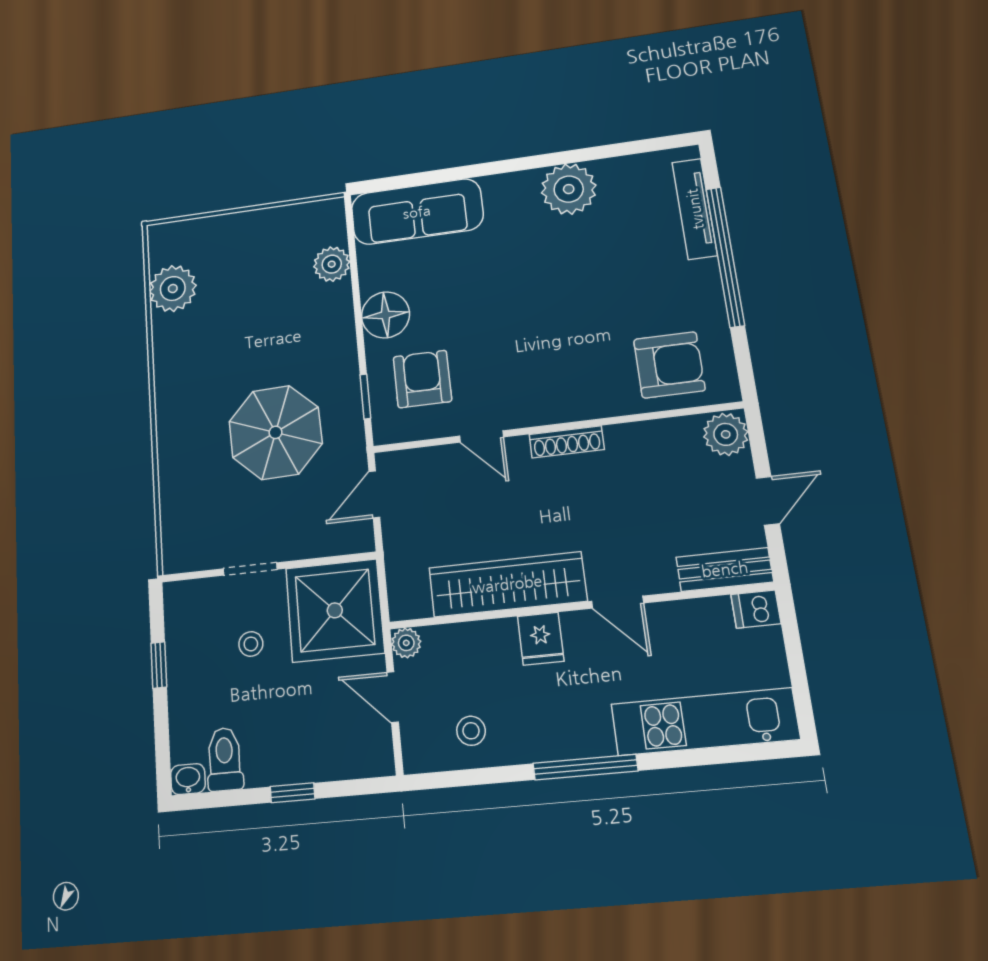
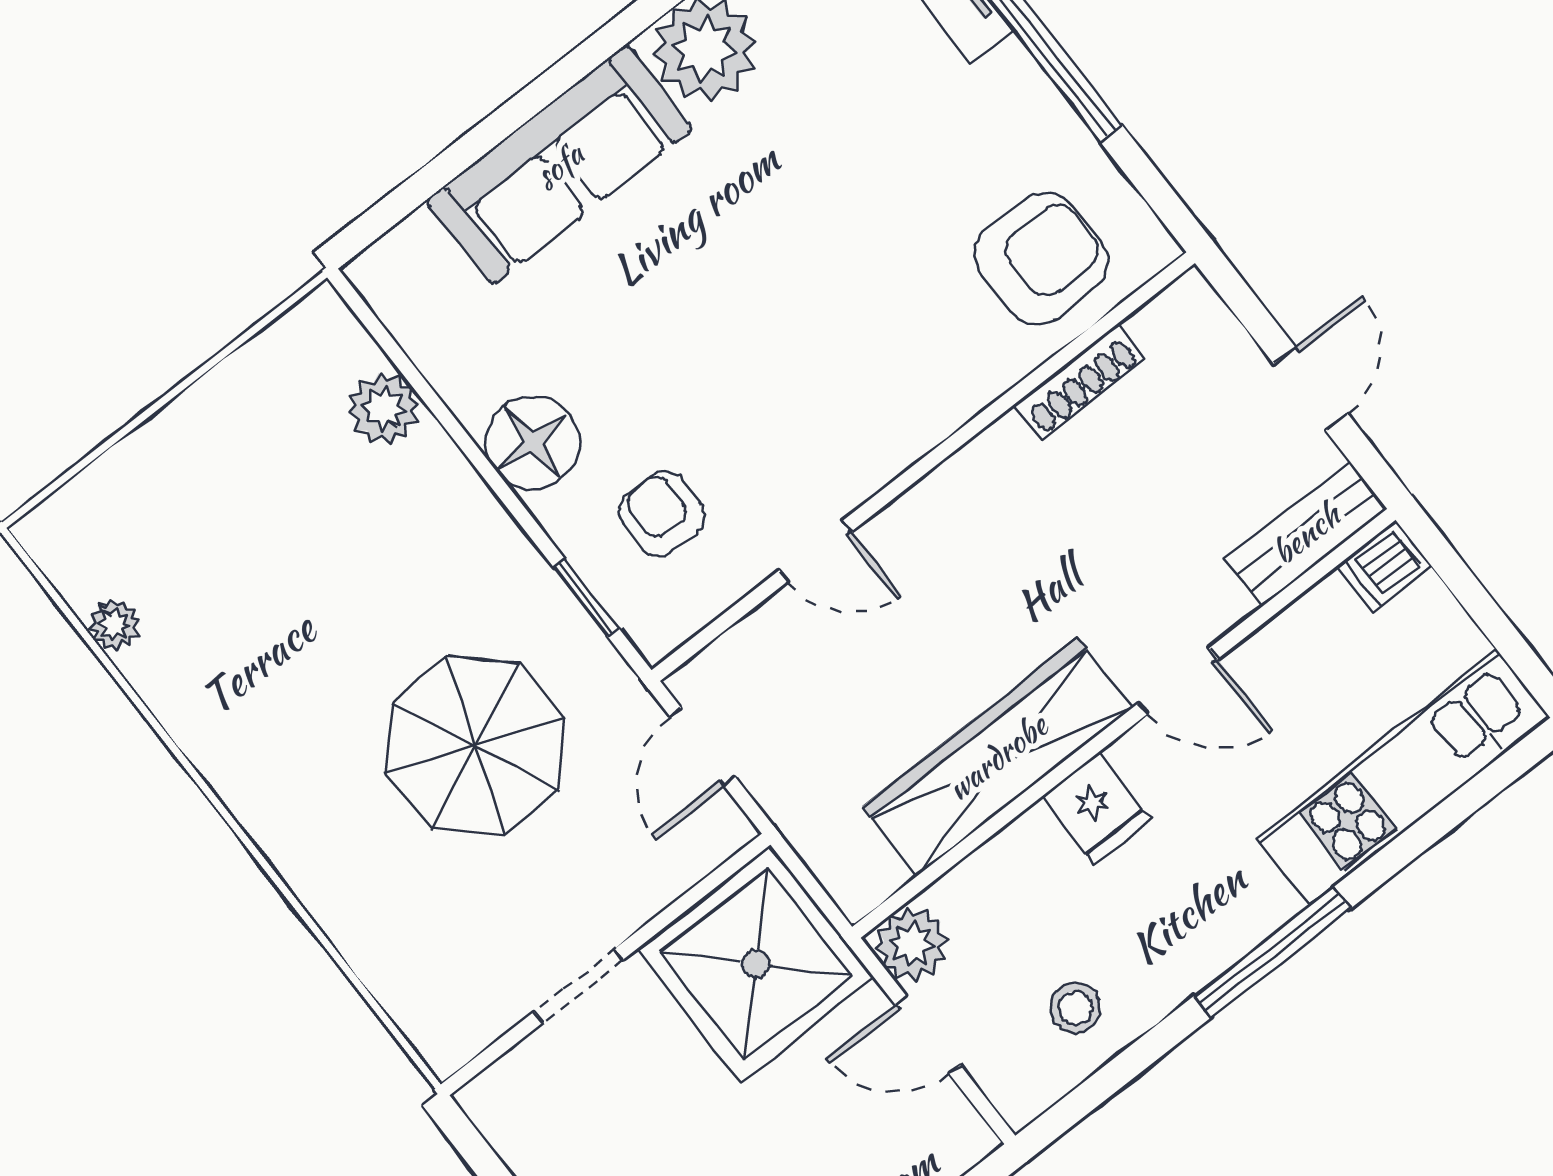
sofa: (417, 212) -> (559, 165), moved
plant: (173, 289) -> (115, 625), width x0.53, depth x0.53
armchair: (422, 379) -> (662, 514), width x0.72, depth x0.72
plant: (726, 434) -> (1191, 321), removed
shoe rack: (567, 442) -> (1079, 381), moved
plant: (406, 643) -> (912, 944), width x1.38, depth x1.38
stool: (251, 644) -> (657, 1097), removed

